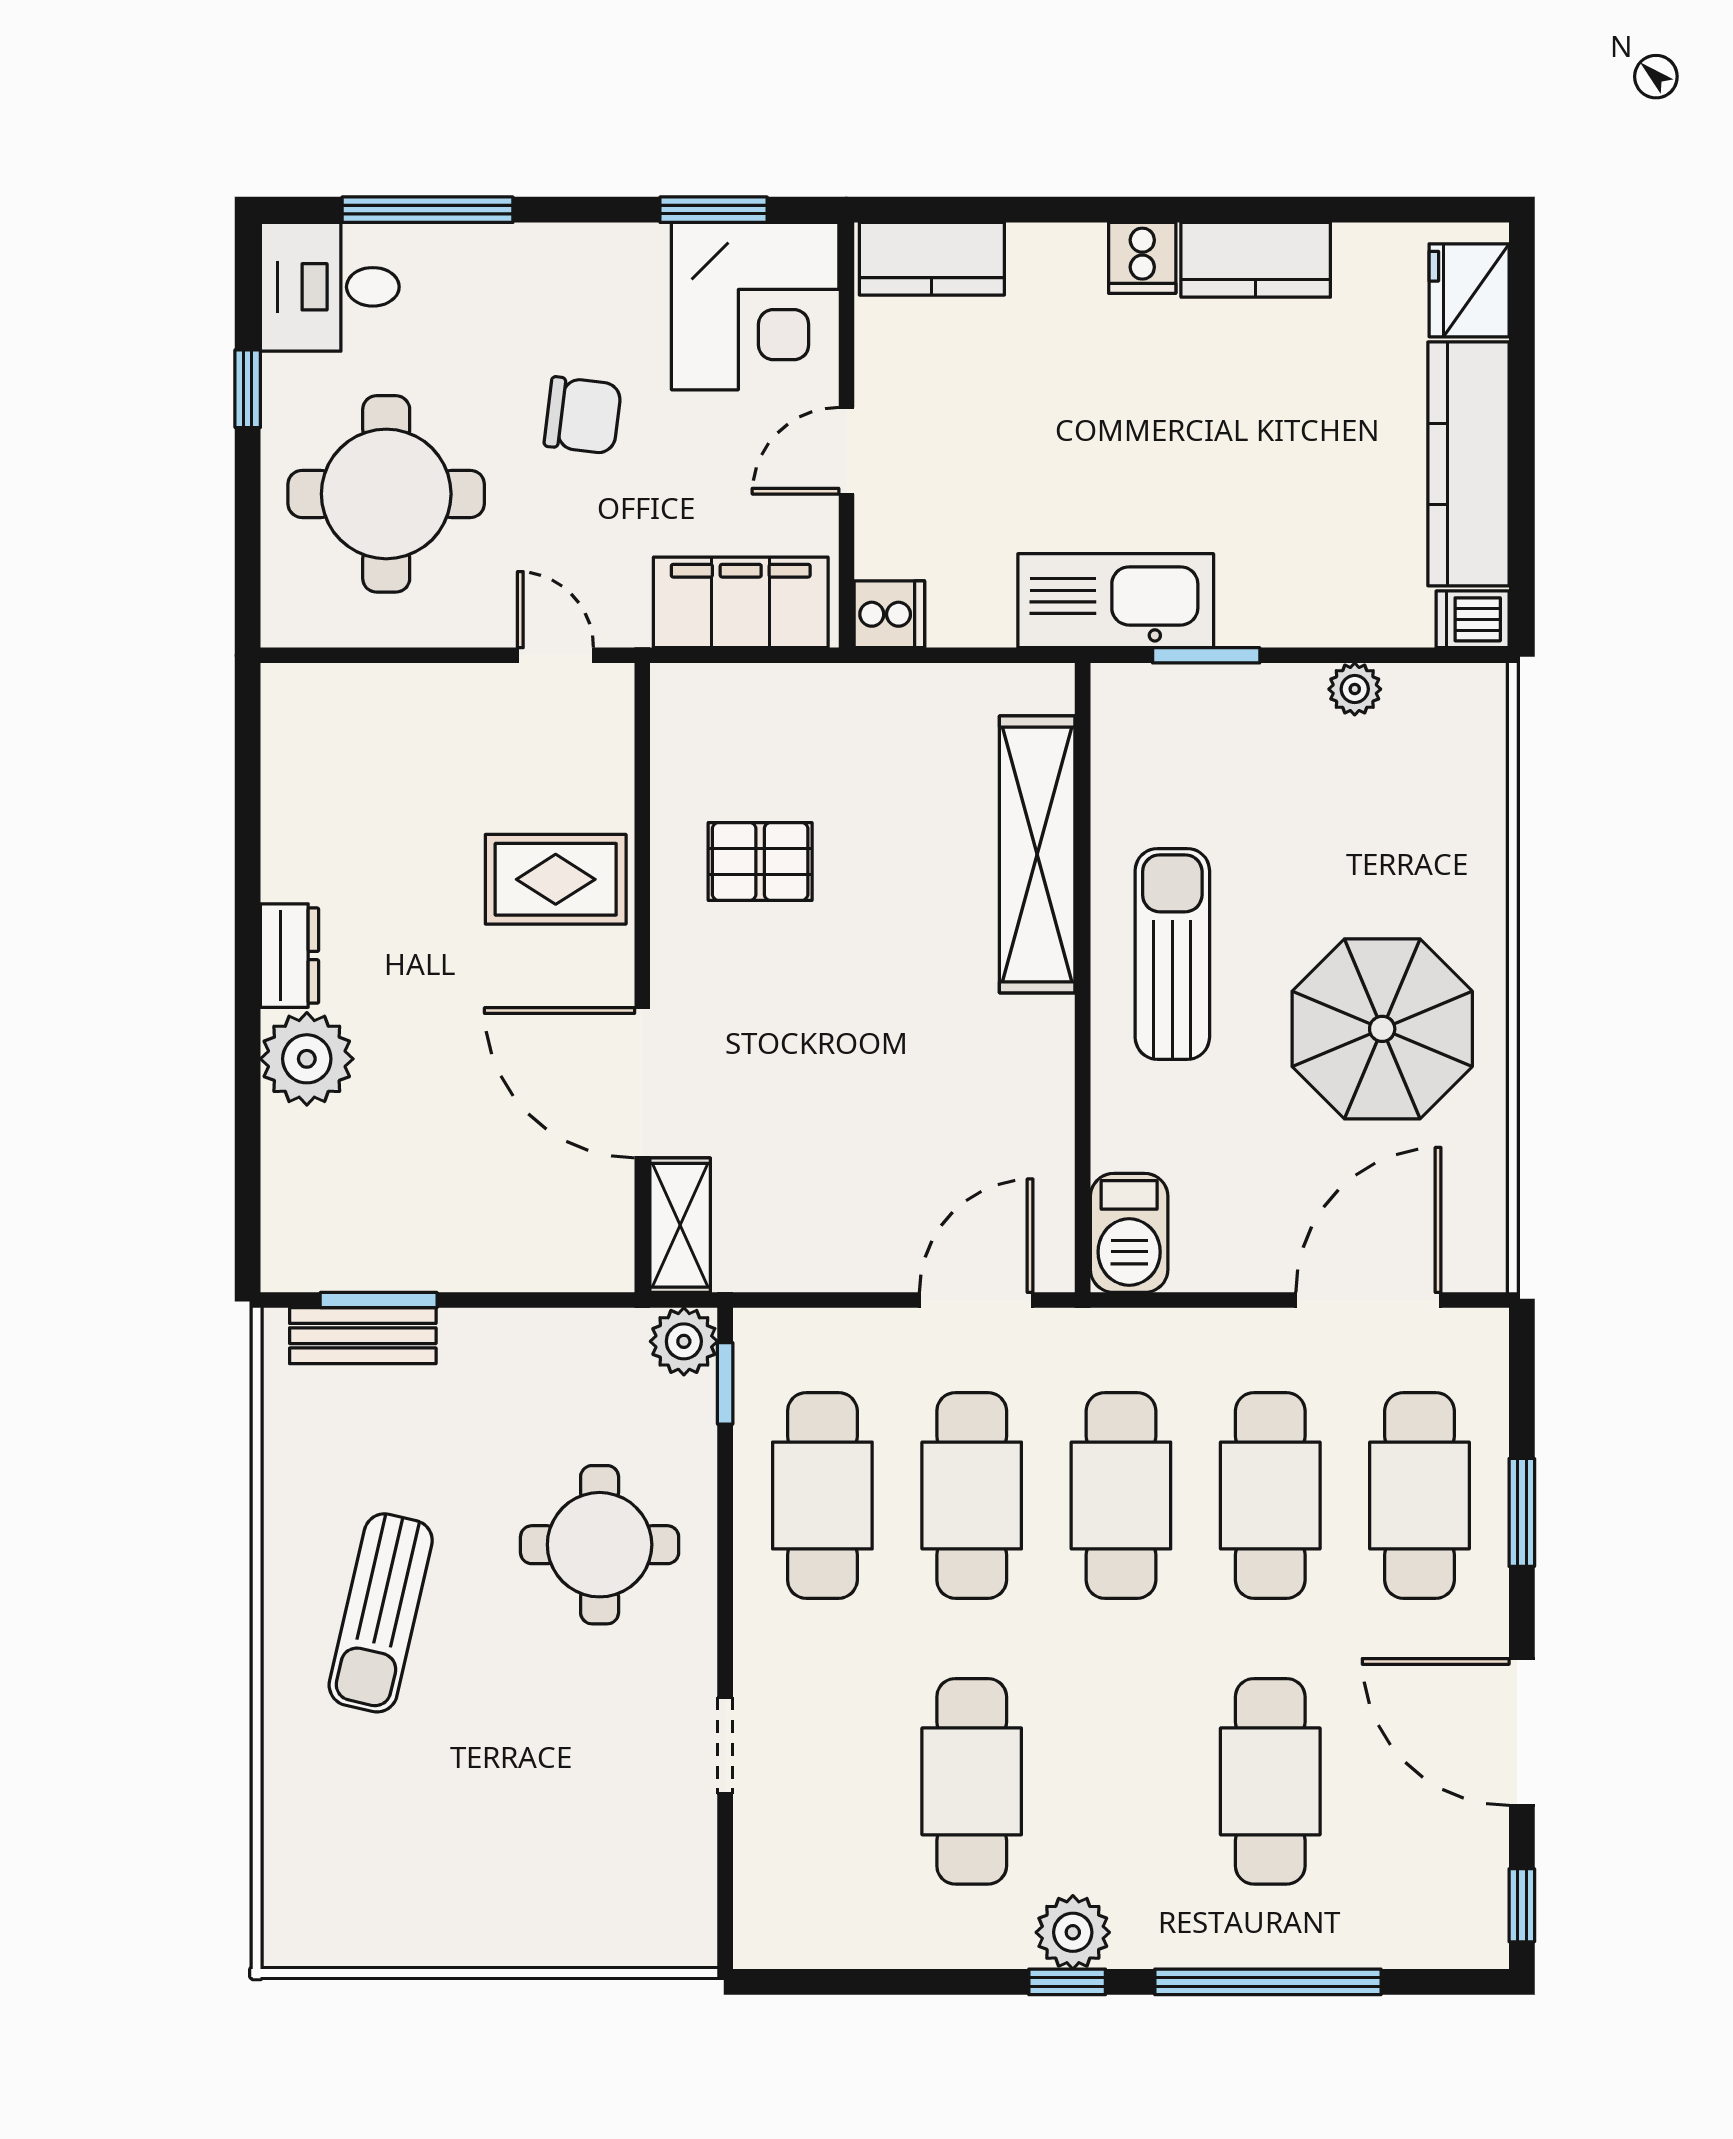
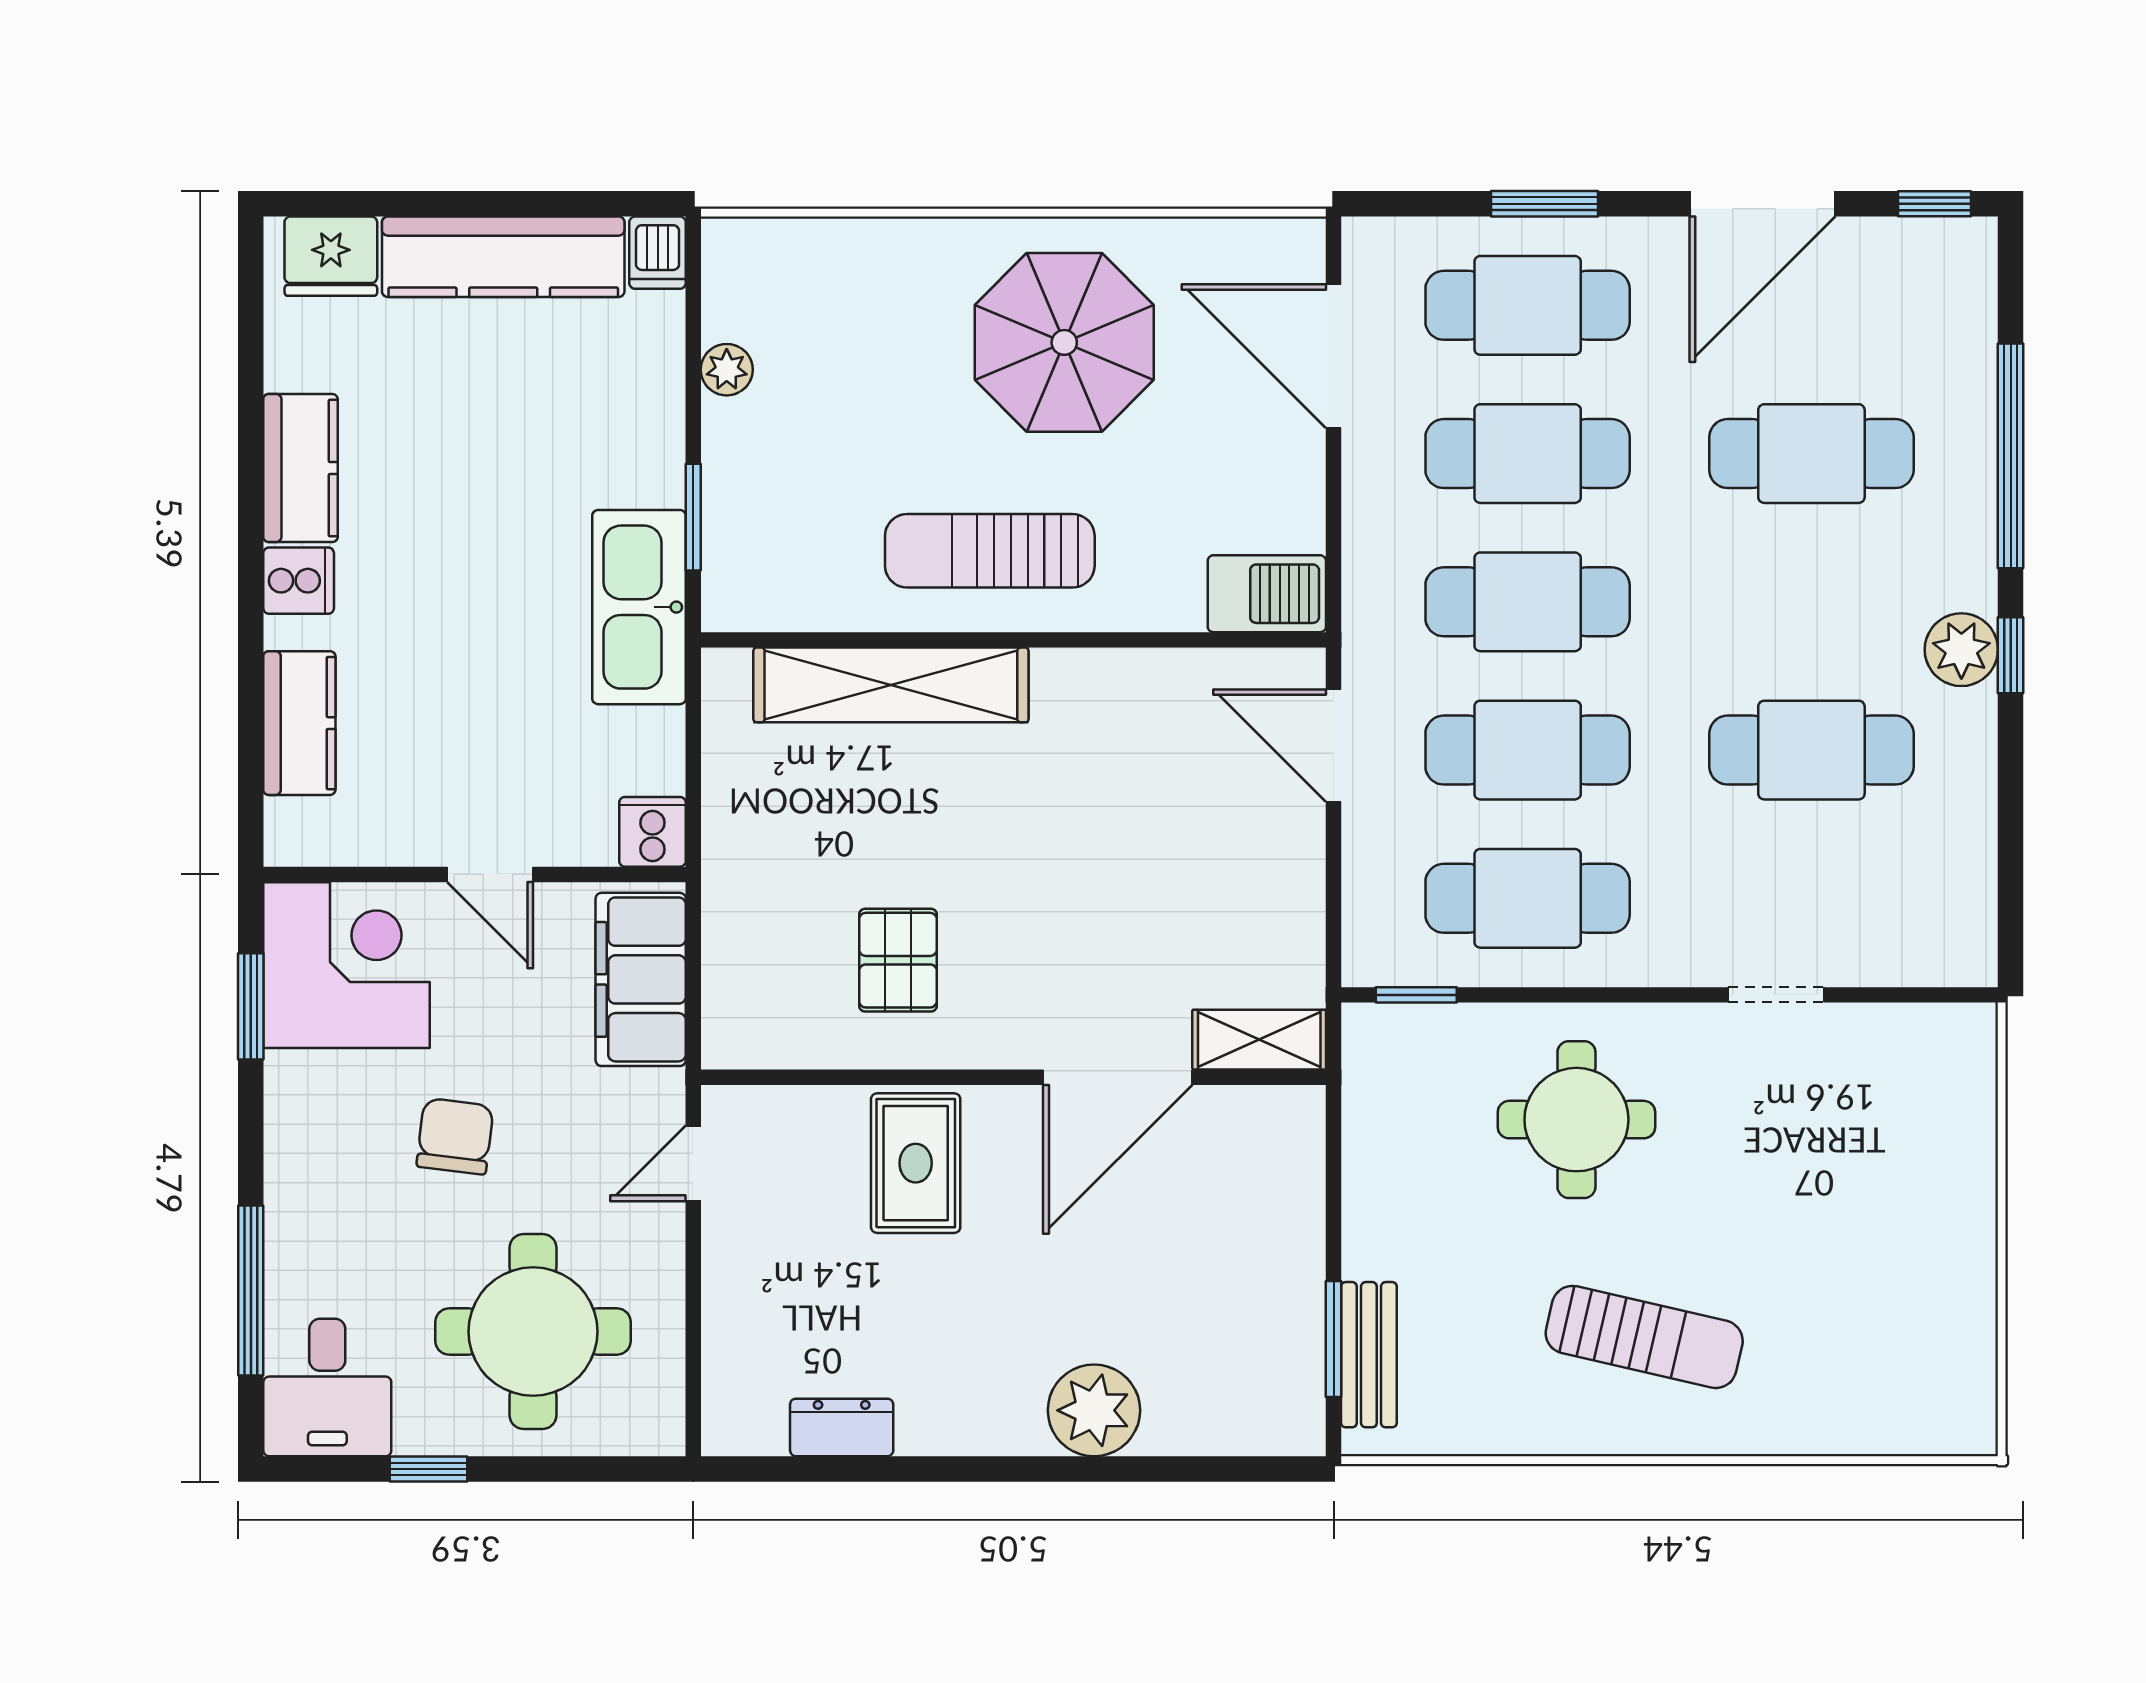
kitchen counter: (932, 259) -> (299, 723), moved
dresser: (290, 956) -> (842, 1427), moved
plant: (684, 1341) -> (1375, 1036), removed

